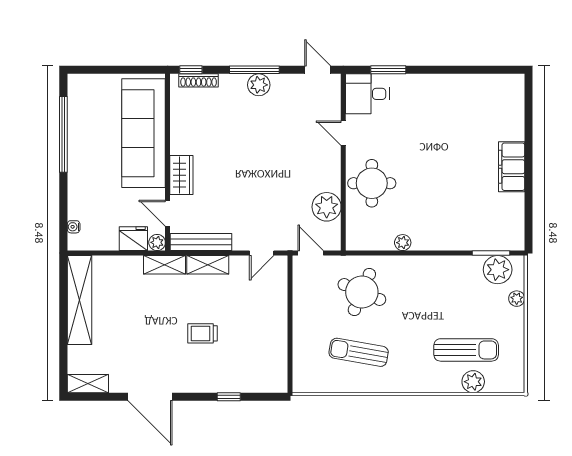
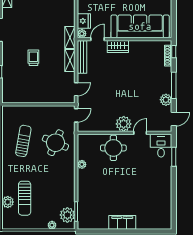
plant: (259, 85) -> (166, 100), moved
plant: (327, 207) -> (124, 124), moved
door: (262, 253) -> (76, 89), swing flipped

